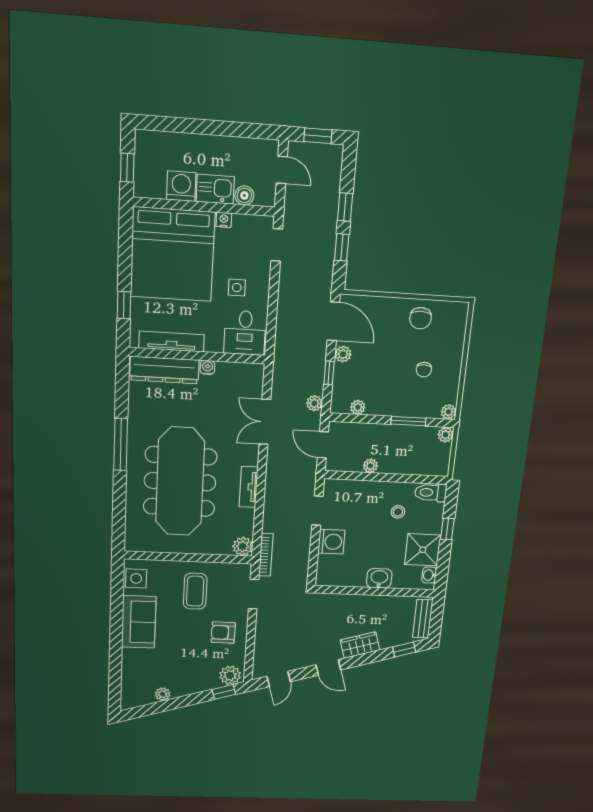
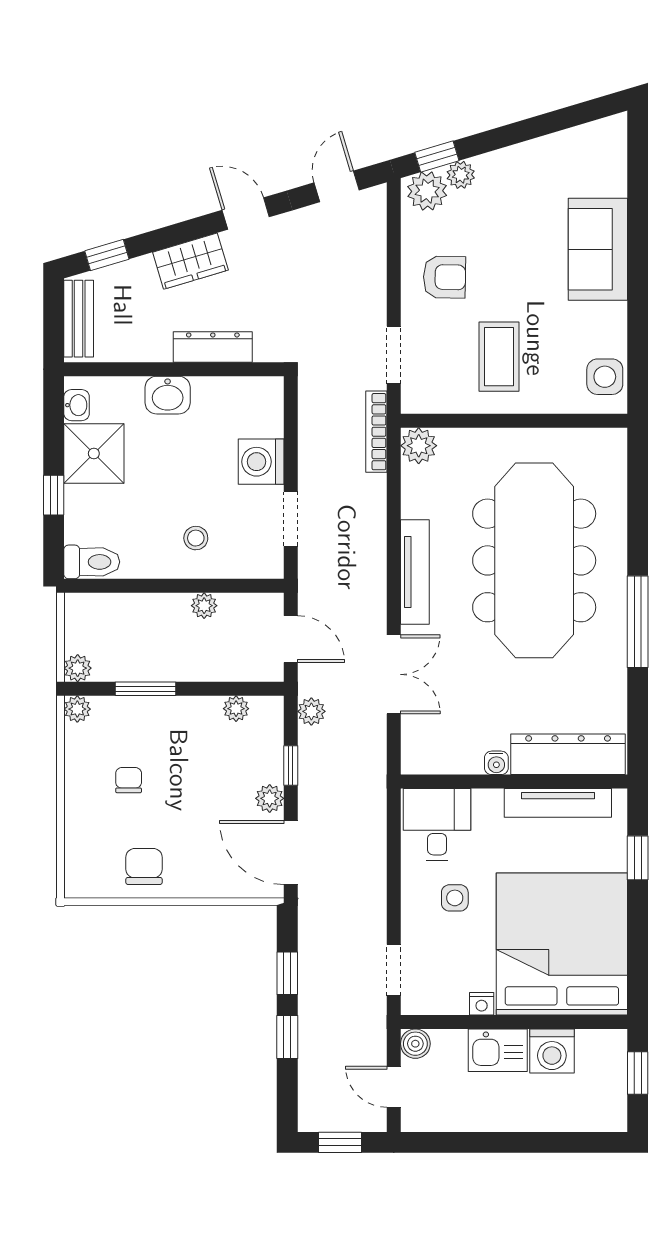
boiler: (244, 195) -> (415, 1044), moved
tv unit: (249, 487) -> (415, 572), width x1.41
stool: (398, 512) -> (196, 538), moved
dresser: (352, 602) -> (213, 347), added
sofa: (139, 622) -> (598, 249), moved
plant: (163, 694) -> (461, 175), moved

